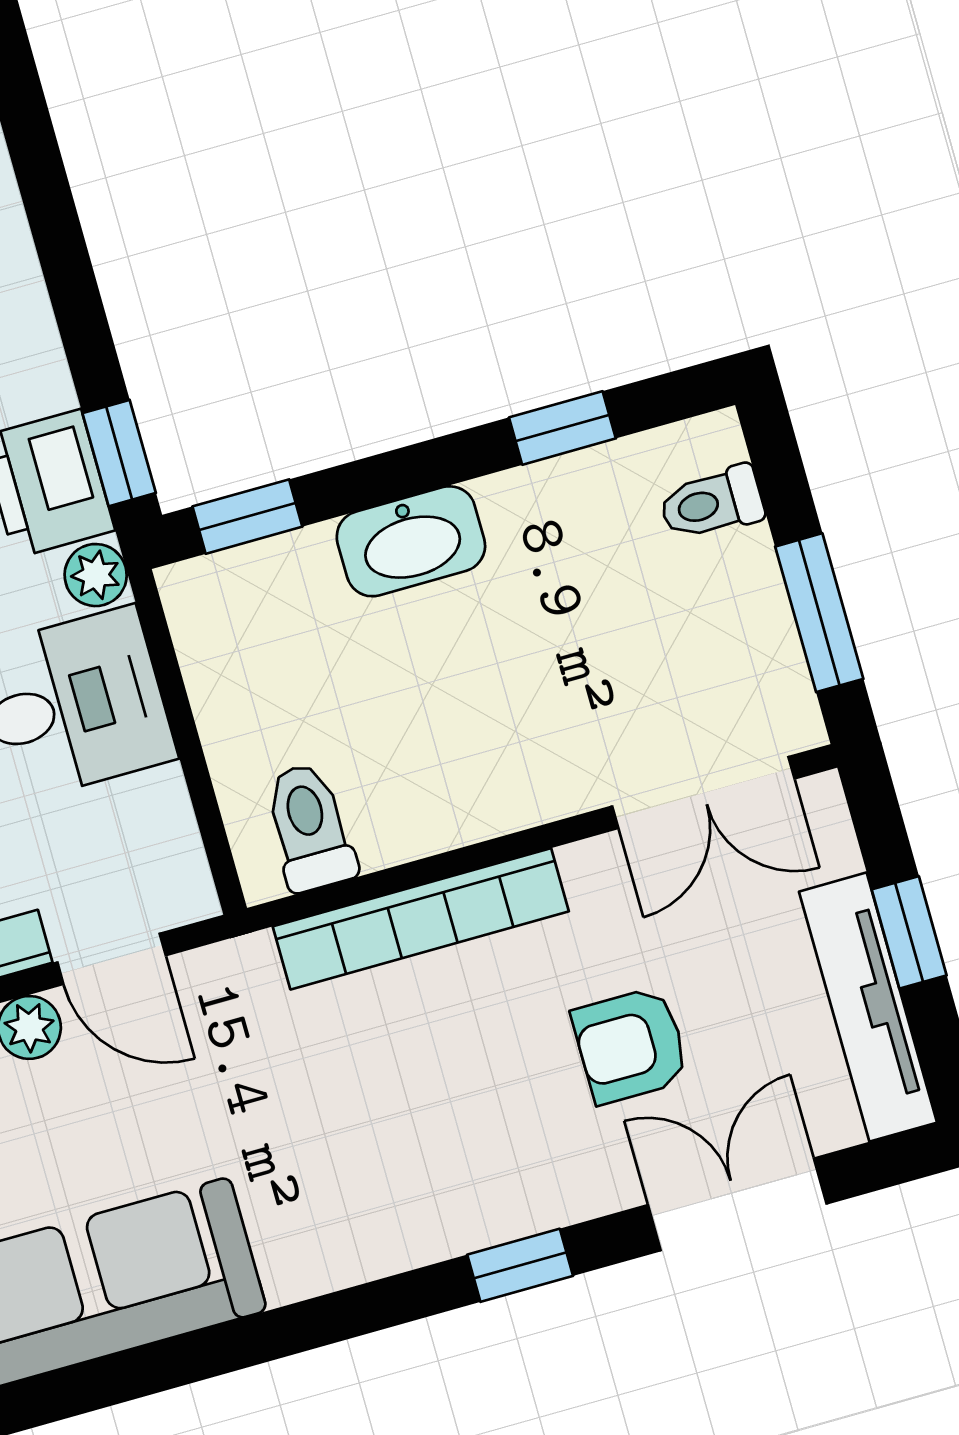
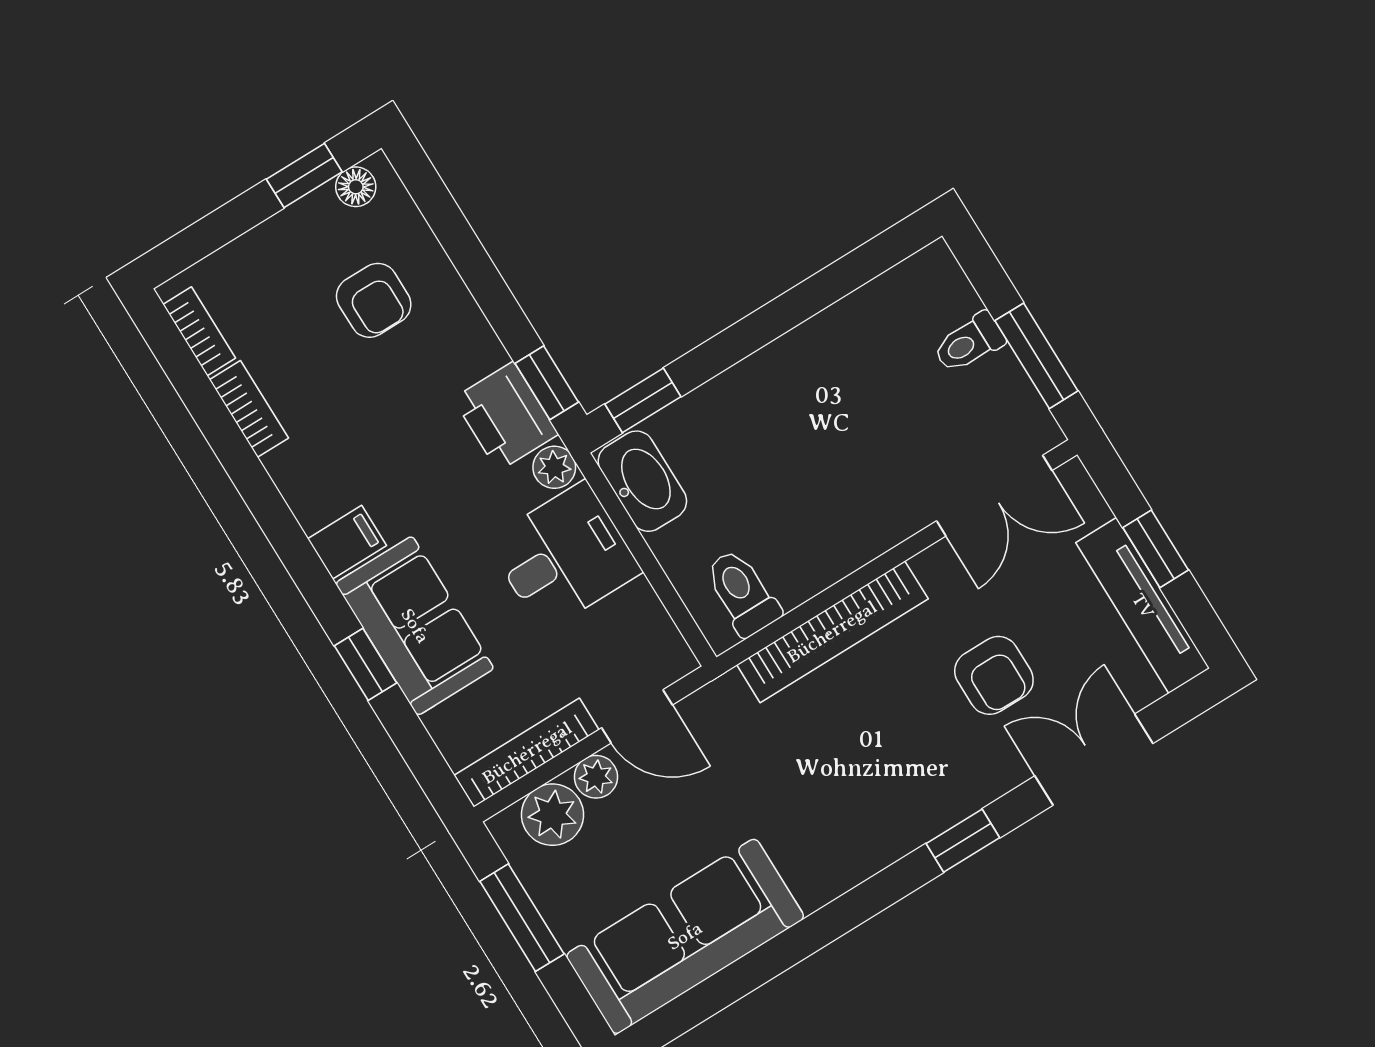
window: (562, 428) -> (833, 283), removed
toilet: (712, 503) -> (969, 343), moved
washbasin: (411, 541) -> (642, 481), moved, turned -90
armchair: (631, 1045) -> (994, 675), turned -90

